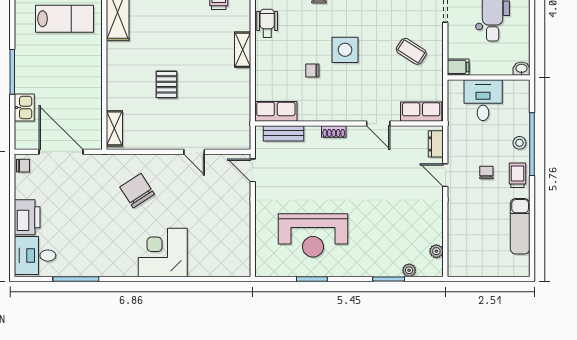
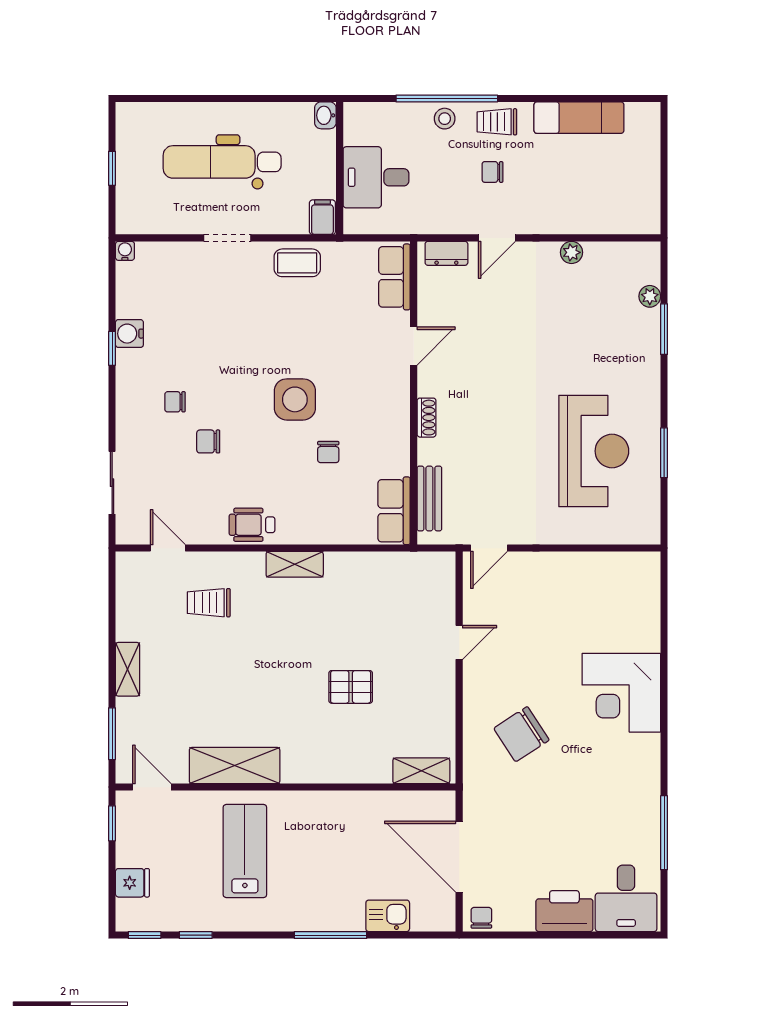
coffee table: (411, 51) -> (297, 263), moved, turned 57
door: (61, 152) -> (459, 857), hinge flipped
plant: (436, 251) -> (572, 252), moved

